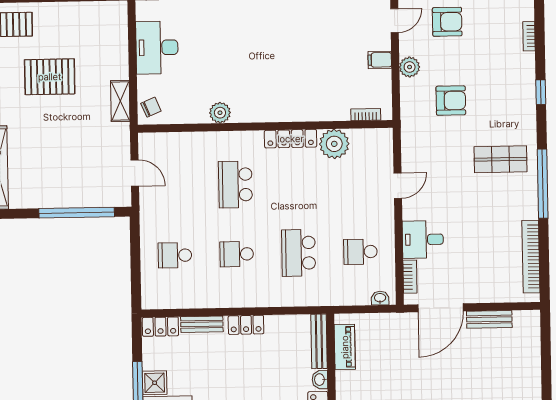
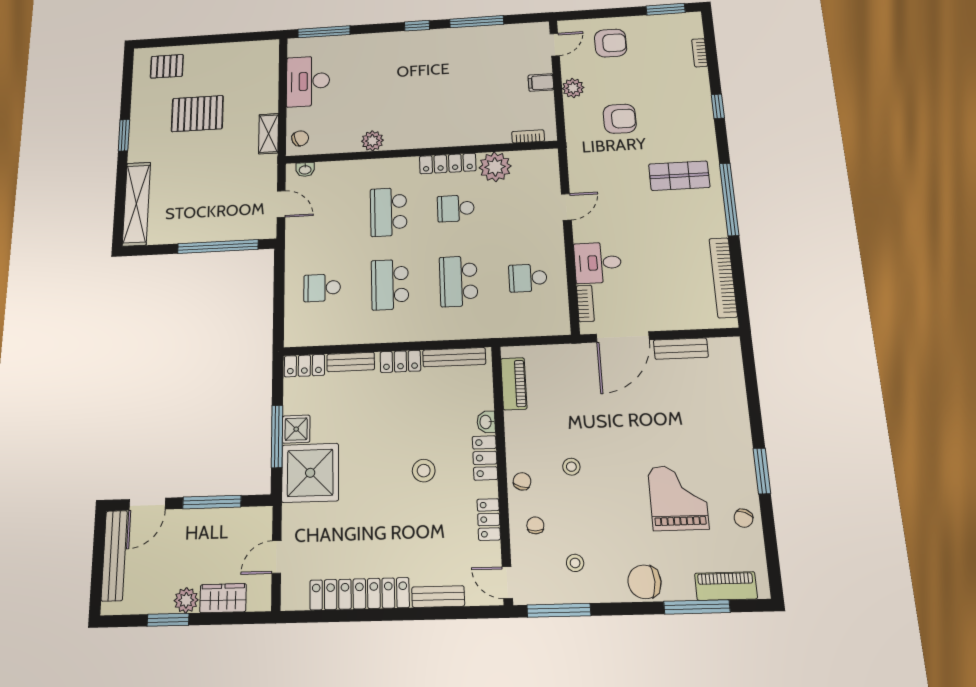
school desk: (297, 183) -> (456, 208), added
school desk: (237, 254) -> (390, 285), width x1.85
washbasin: (380, 298) -> (305, 170), moved, turned 180
bench: (319, 341) -> (454, 357), moved, turned 90

